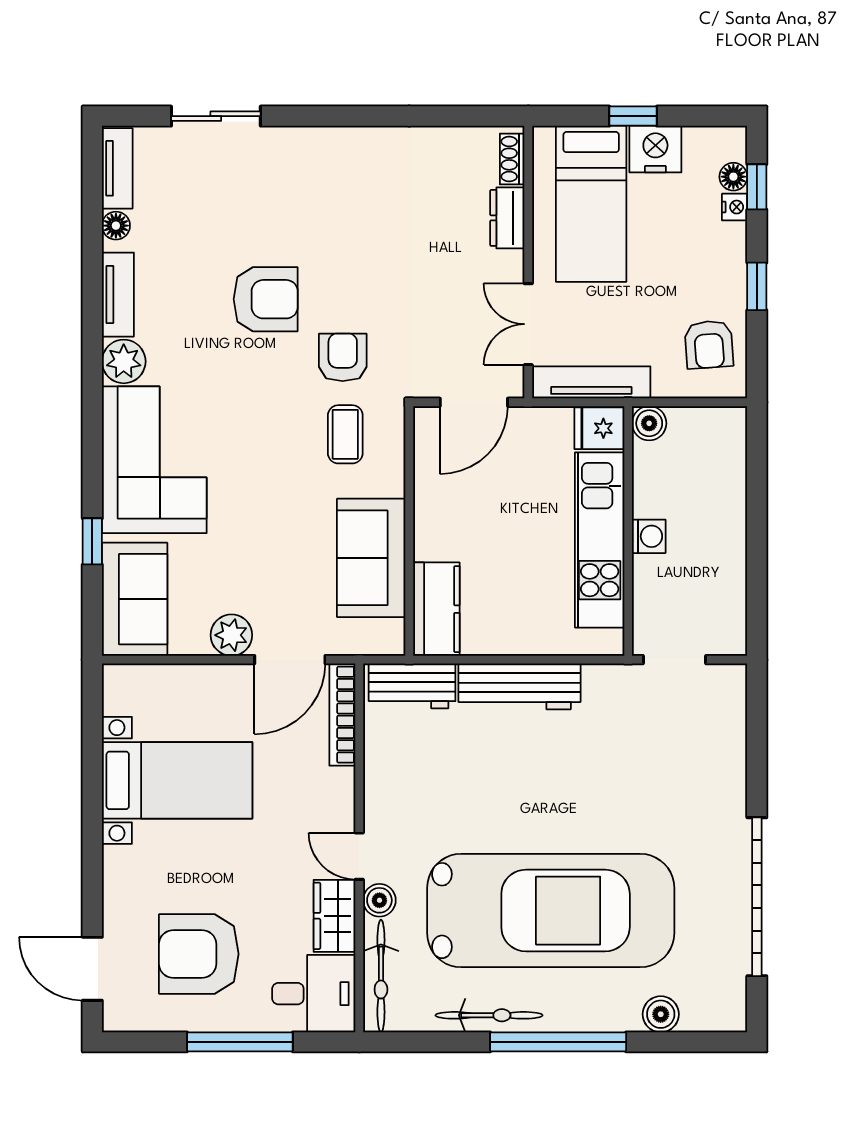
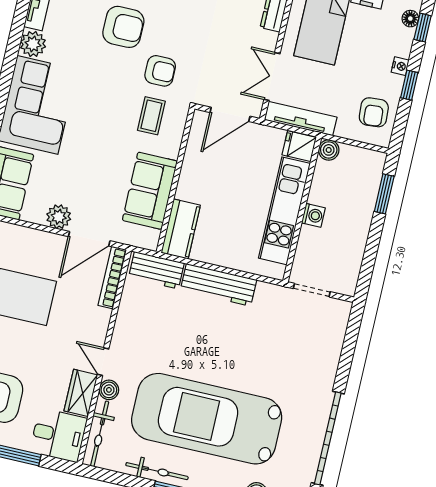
nightstand: (735, 207) -> (400, 66), moved
armchair: (343, 357) -> (160, 71), turned 90
window: (757, 474) -> (384, 194), added
car: (551, 911) -> (207, 419), turned 180

